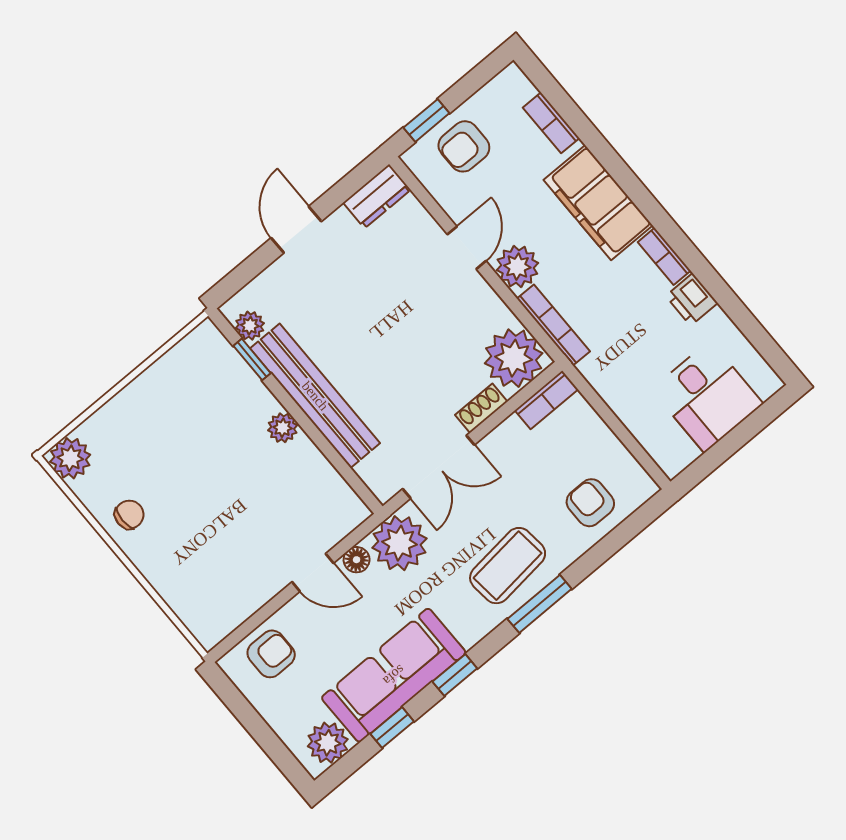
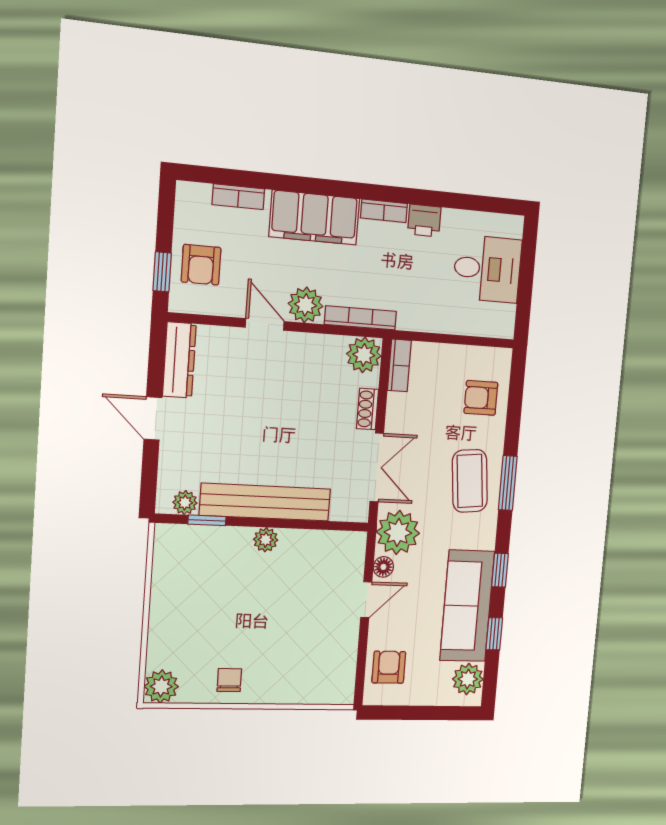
dresser: (377, 196) -> (179, 360), width x1.44
plant: (514, 358) -> (364, 355), width x0.73, depth x0.73

